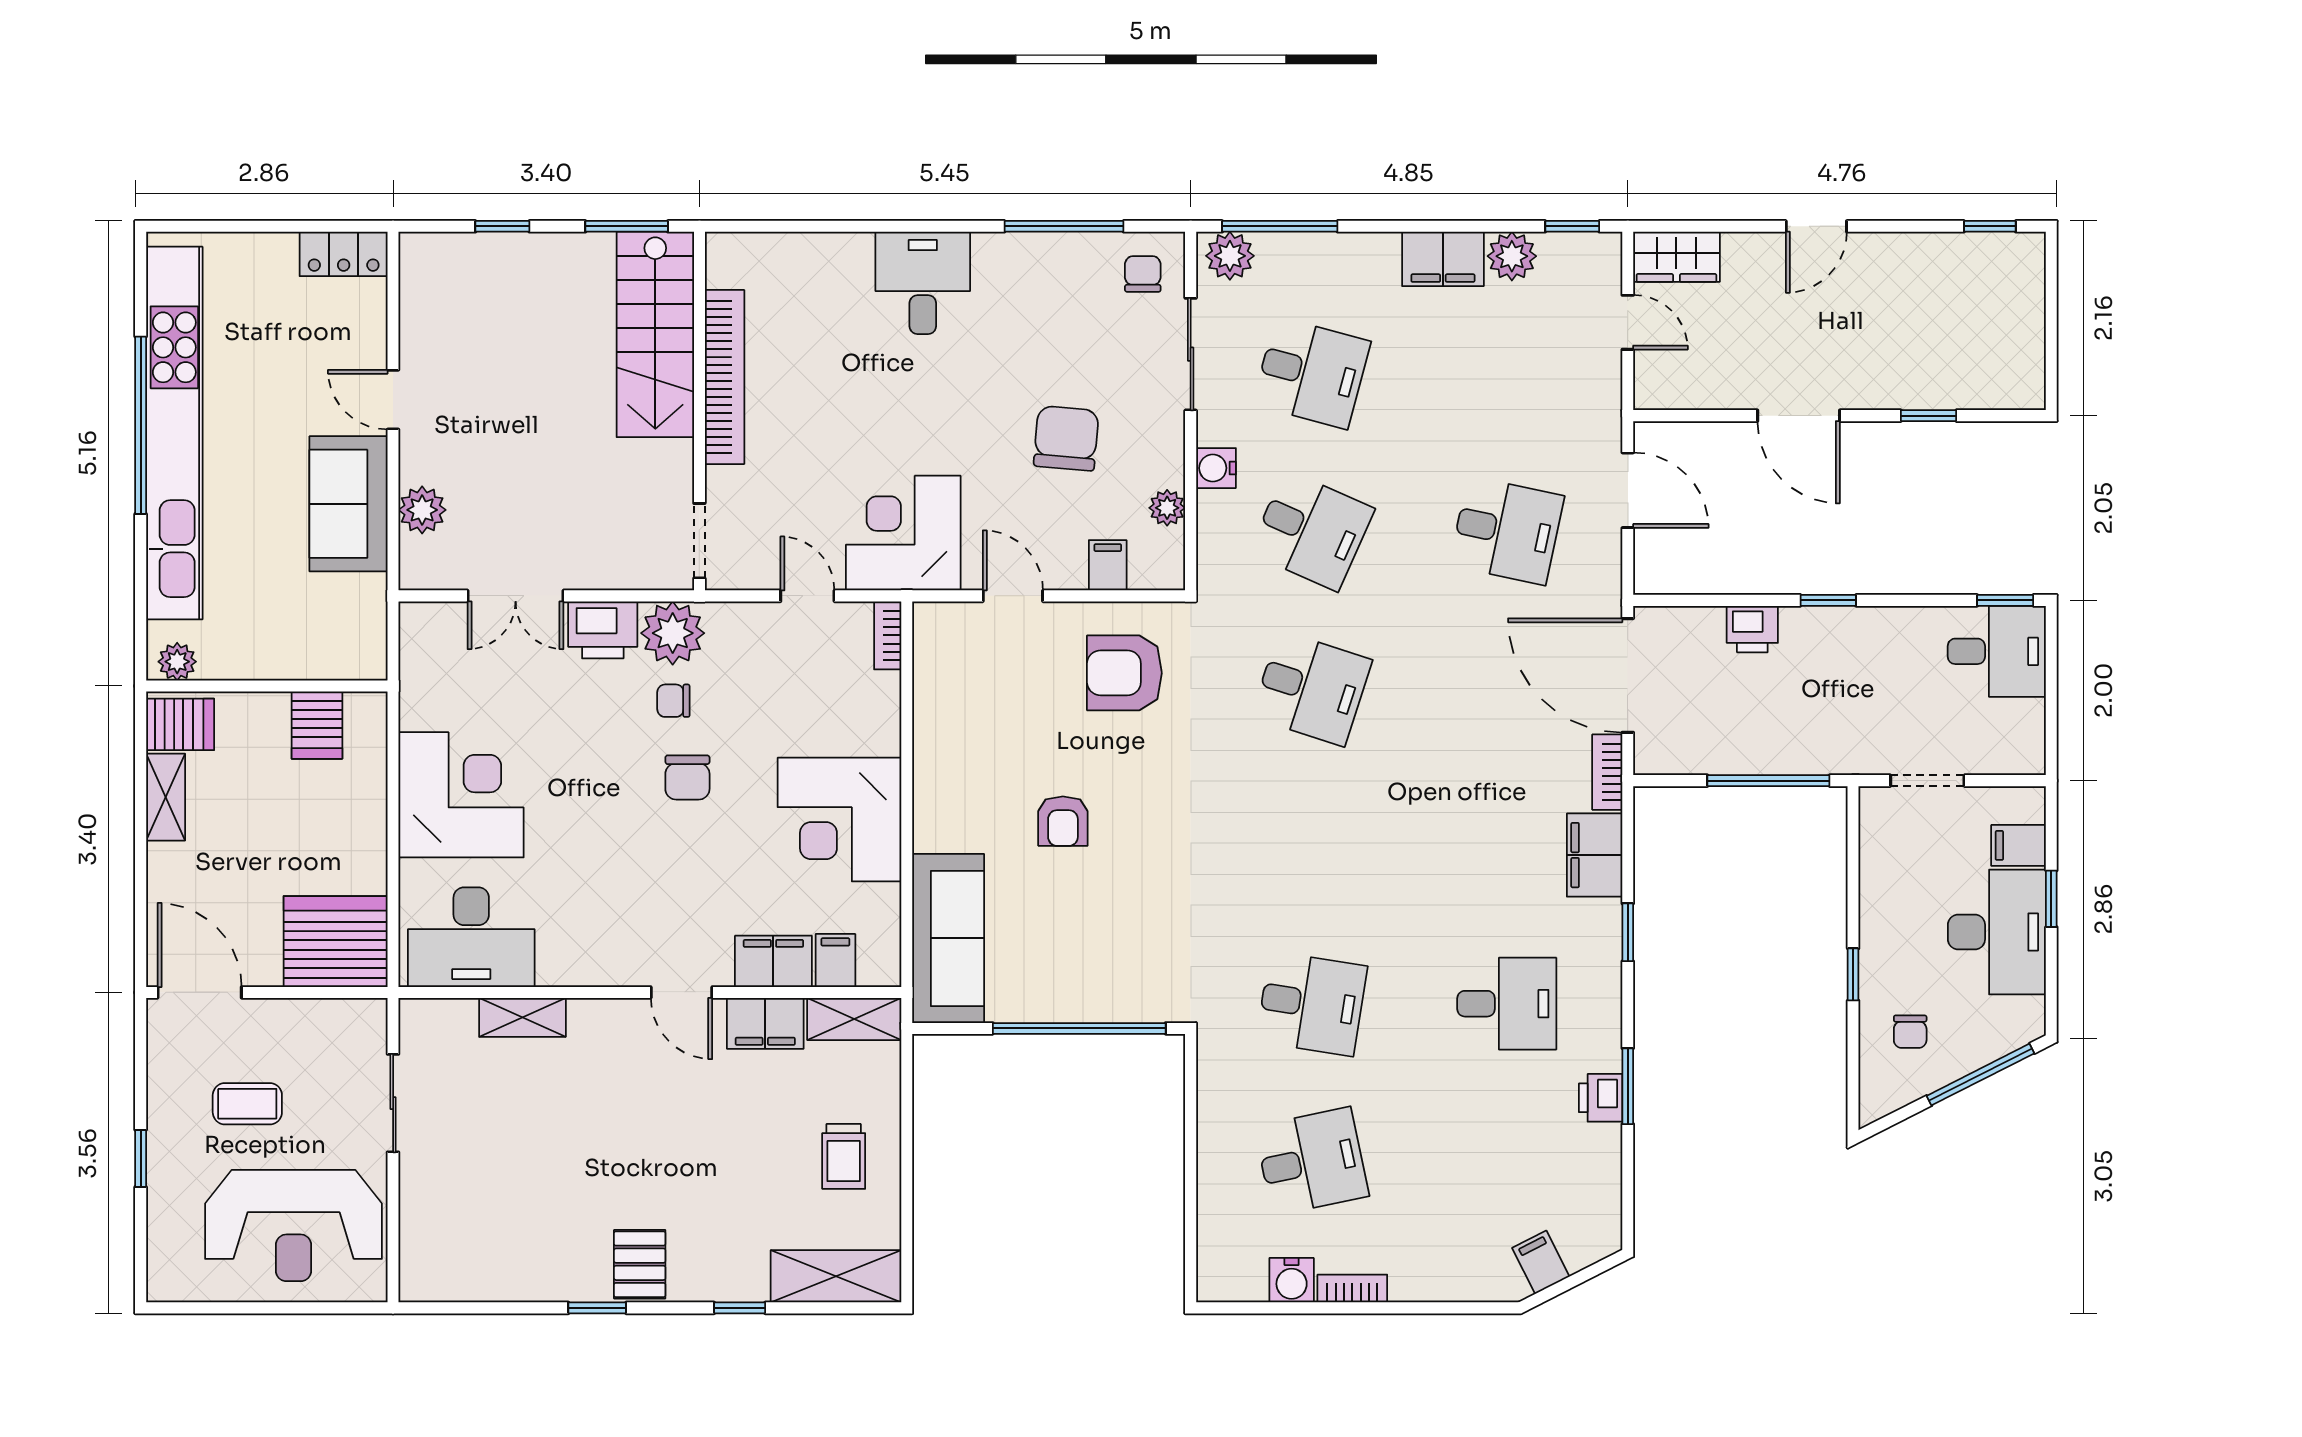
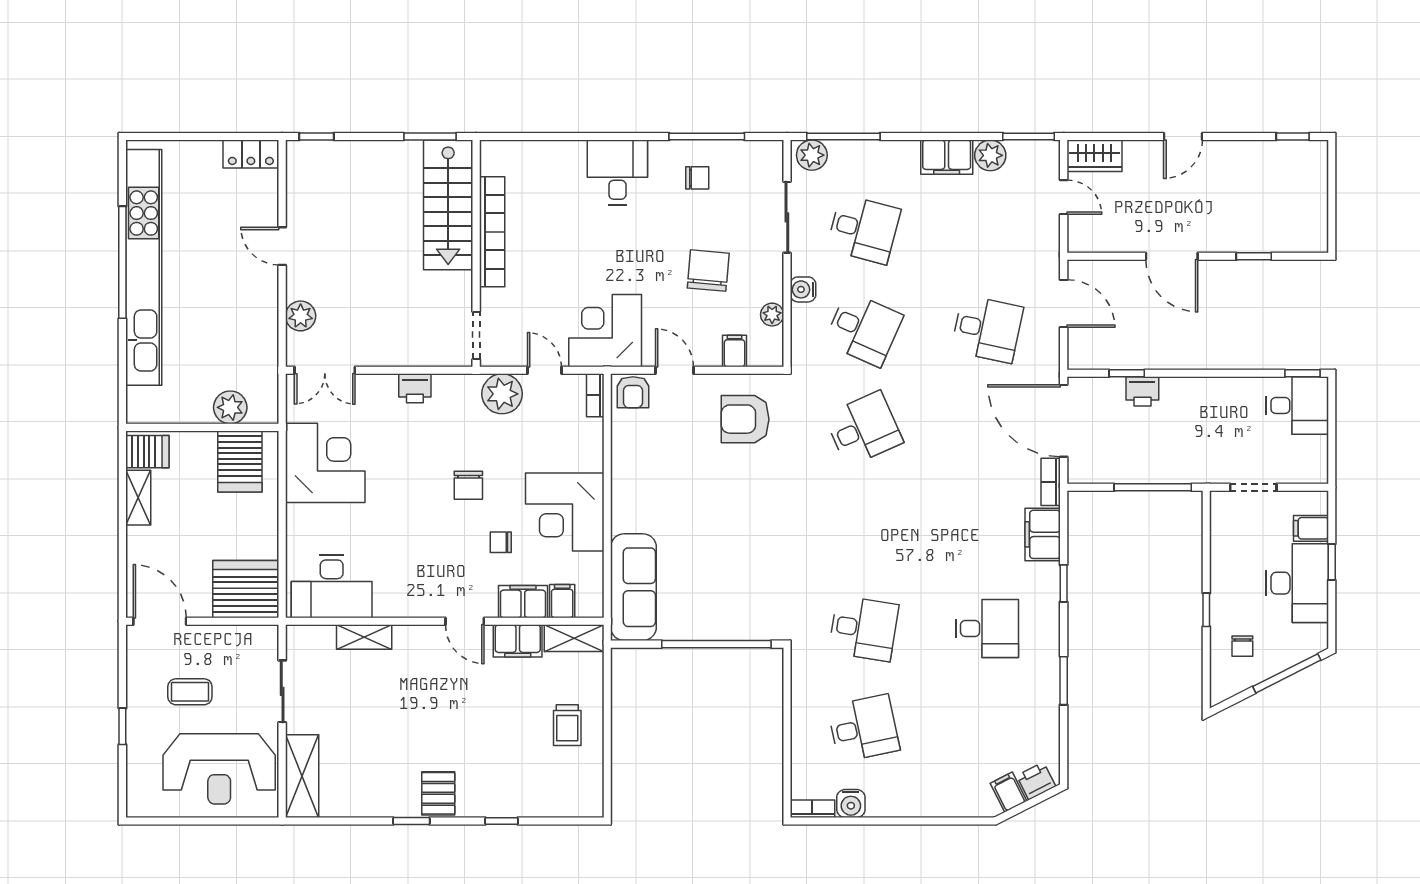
window: (502, 226) -> (317, 136), moved
window: (1572, 226) -> (1028, 136), width x1.50
chair: (1143, 274) -> (697, 178), moved, turned 90
sofa: (348, 504) -> (254, 312), removed
double door: (516, 596) -> (325, 370), moved
window: (1828, 600) -> (1127, 373), moved
printer: (603, 630) -> (415, 388), width x0.73, depth x0.81
plant: (673, 633) -> (502, 394), moved
plant: (177, 662) -> (230, 407), moved, width x1.38, depth x1.38
desk: (1312, 688) -> (864, 429), turned -42
chair: (673, 701) -> (501, 542), moved
server rack: (317, 725) -> (240, 461), width x1.36, depth x1.44
corner desk: (461, 795) -> (325, 463), moved
armchair: (1063, 821) -> (633, 392), moved
printer: (1601, 1098) -> (1036, 781), moved, turned 63
shelving: (836, 1276) -> (302, 776), moved, turned 90
bookcase: (1352, 1289) -> (812, 809), moved

